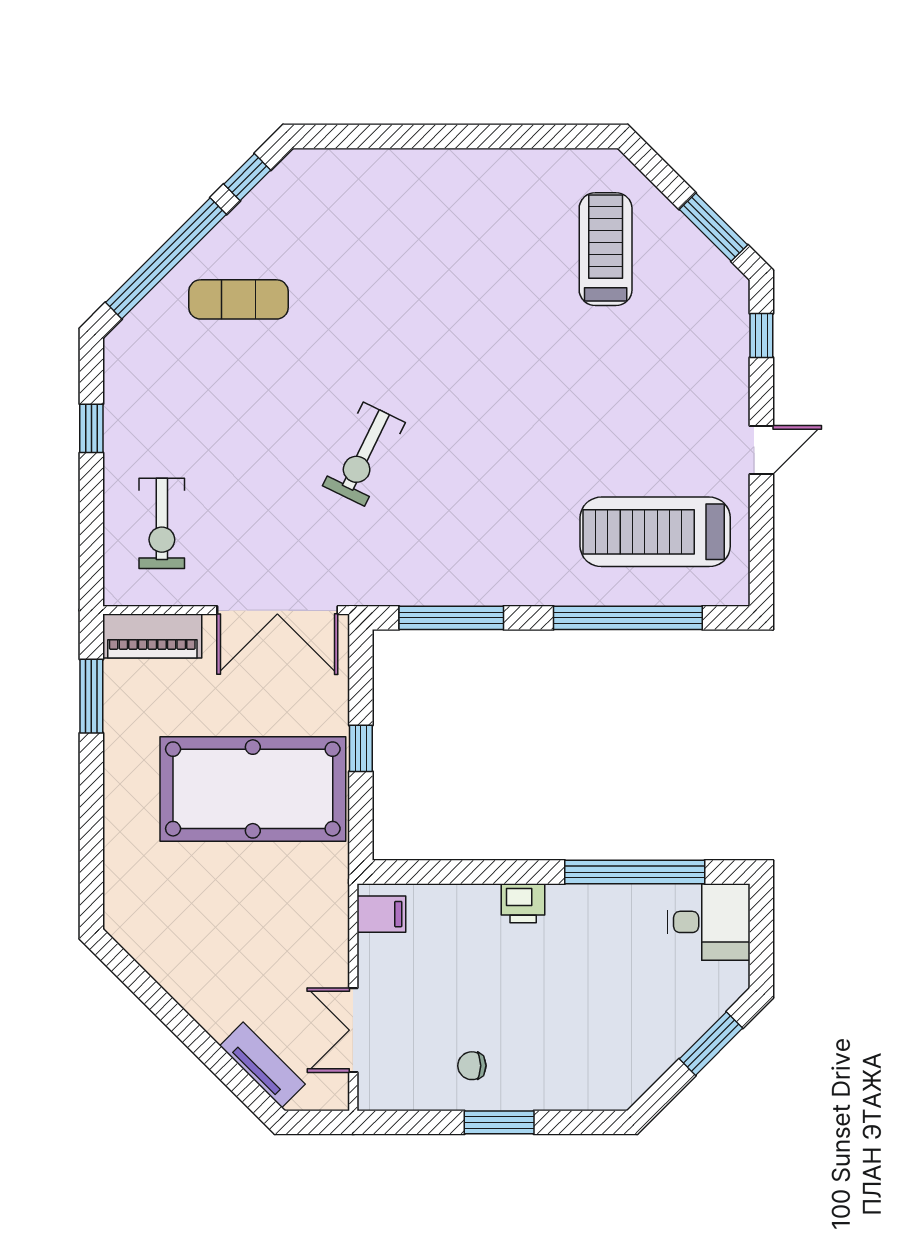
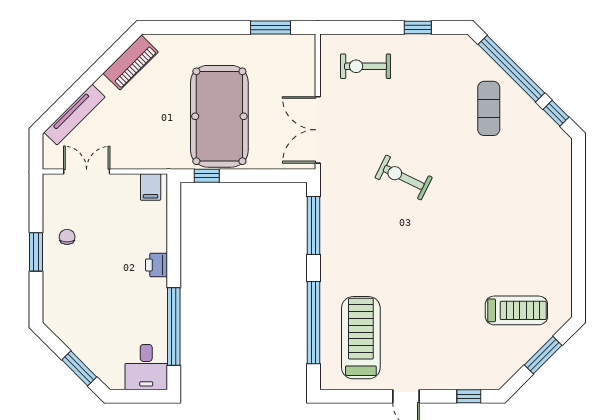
window: (714, 227) -> (543, 355), moved
piano: (152, 636) -> (131, 63), moved, turned -135
window: (361, 748) -> (207, 176), moved
tv unit: (262, 1065) -> (75, 115), width x1.41

